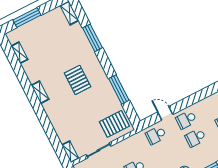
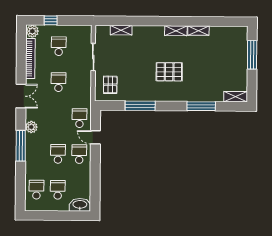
shelving: (20, 53) -> (198, 31), moved
door: (165, 113) -> (95, 137), swing flipped
pallet: (114, 124) -> (110, 85), width x0.67, depth x0.71
shelving: (70, 152) -> (121, 30), moved

